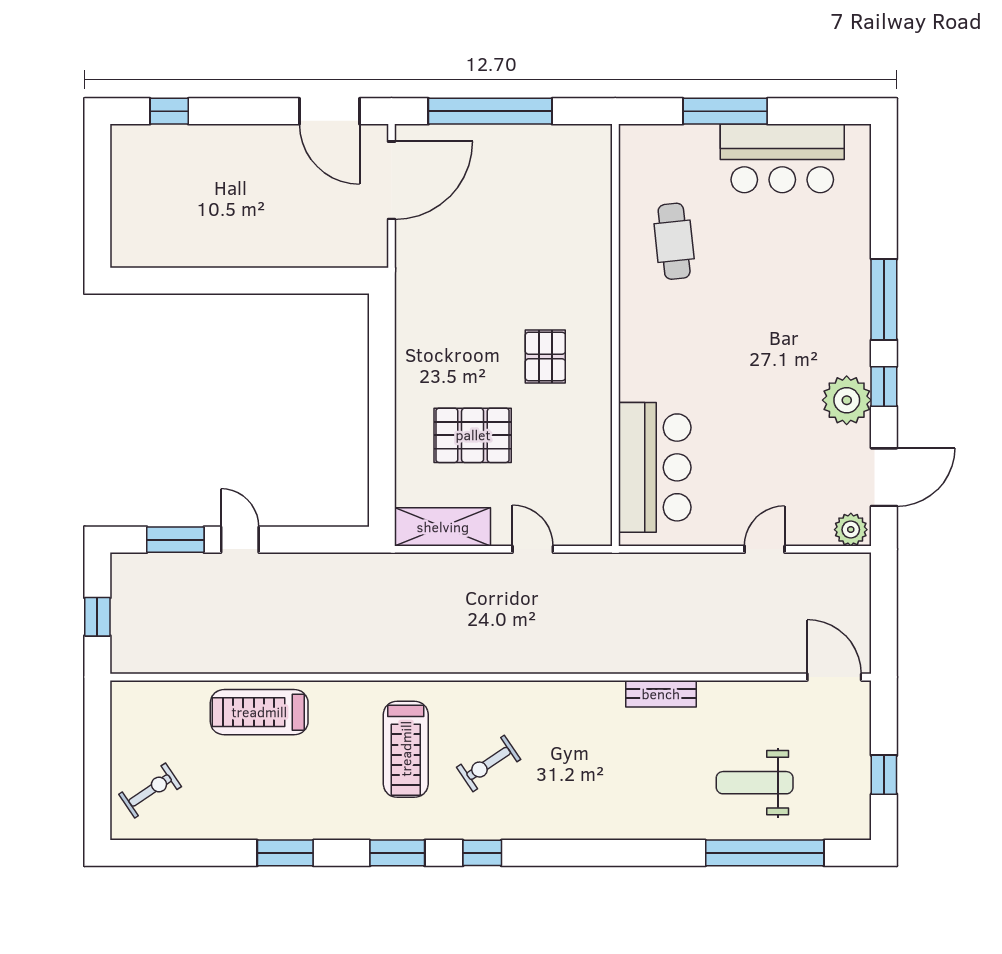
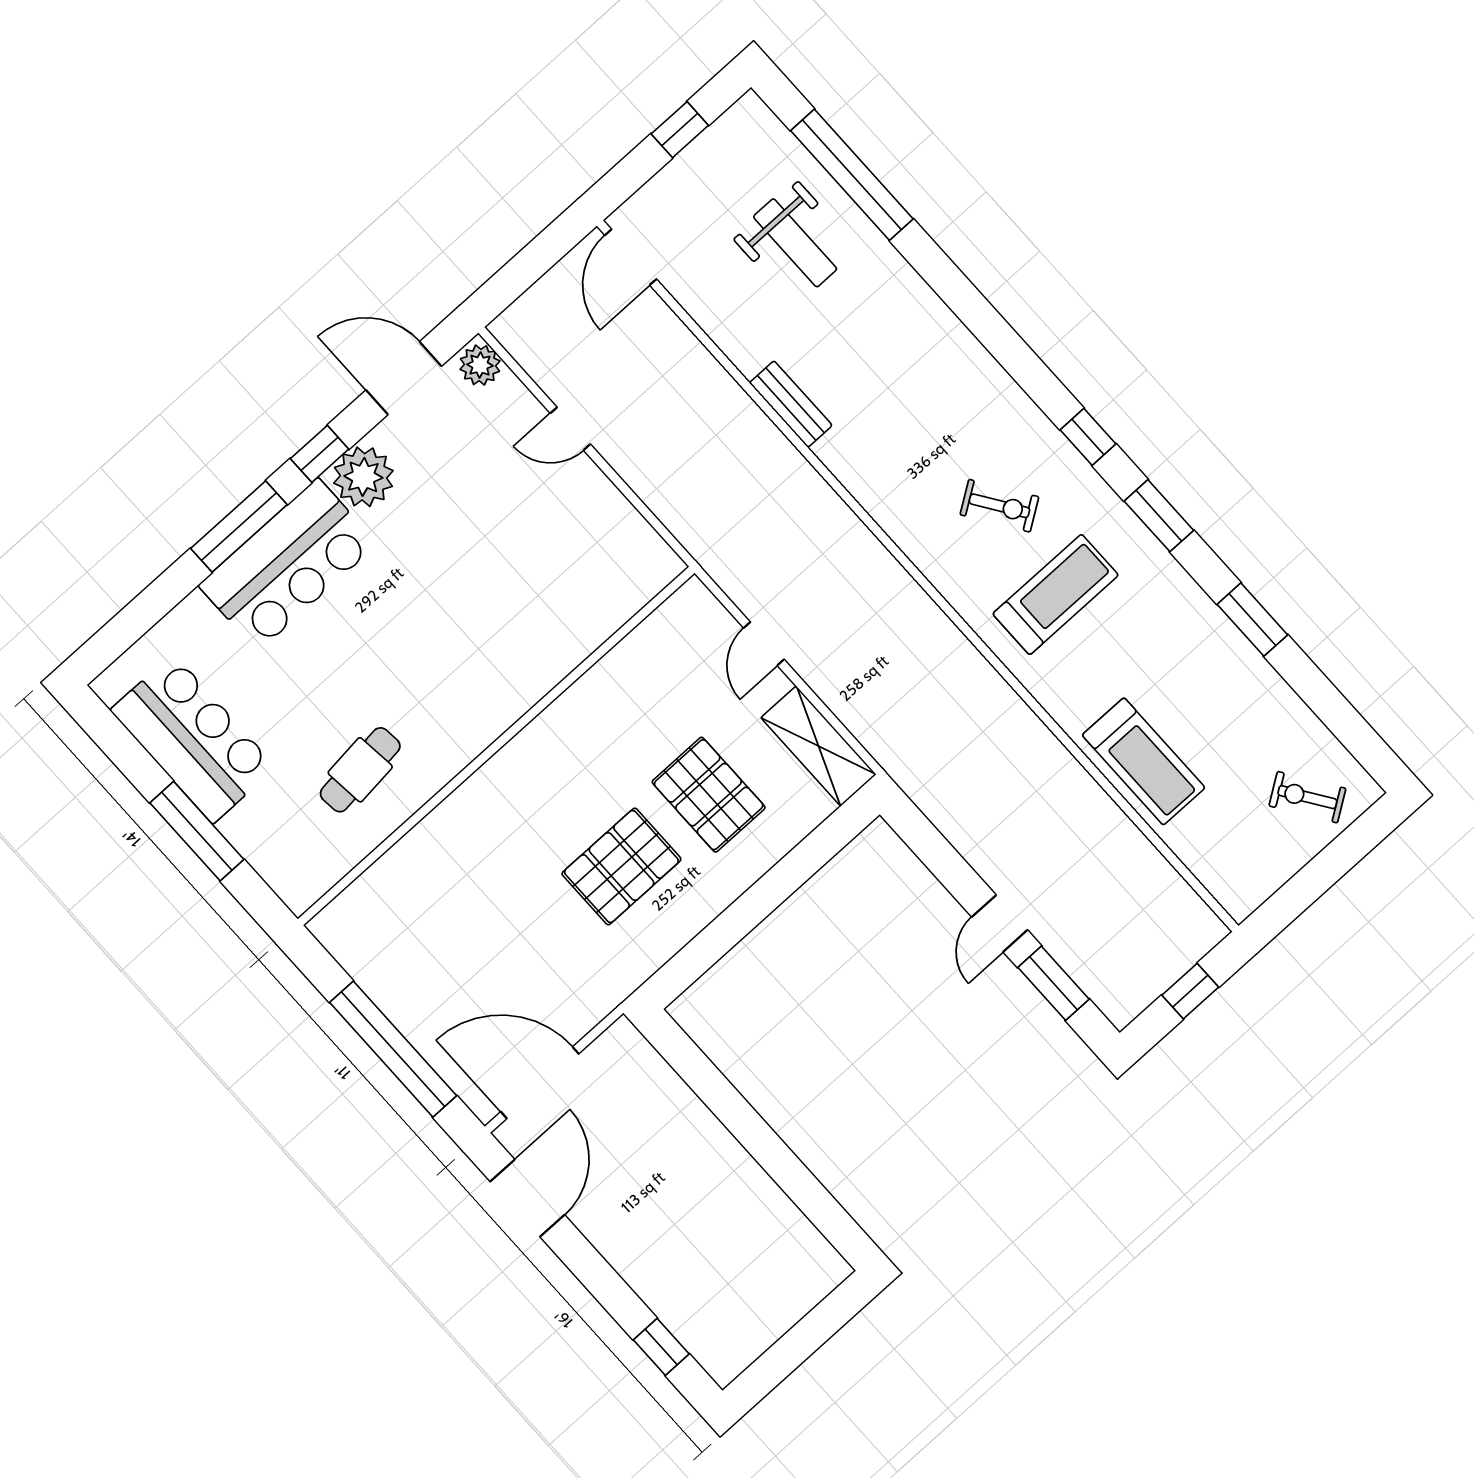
pallet: (545, 356) -> (621, 866), moved, width x1.50, depth x1.42
bar counter: (655, 467) -> (288, 565), moved, turned 180

